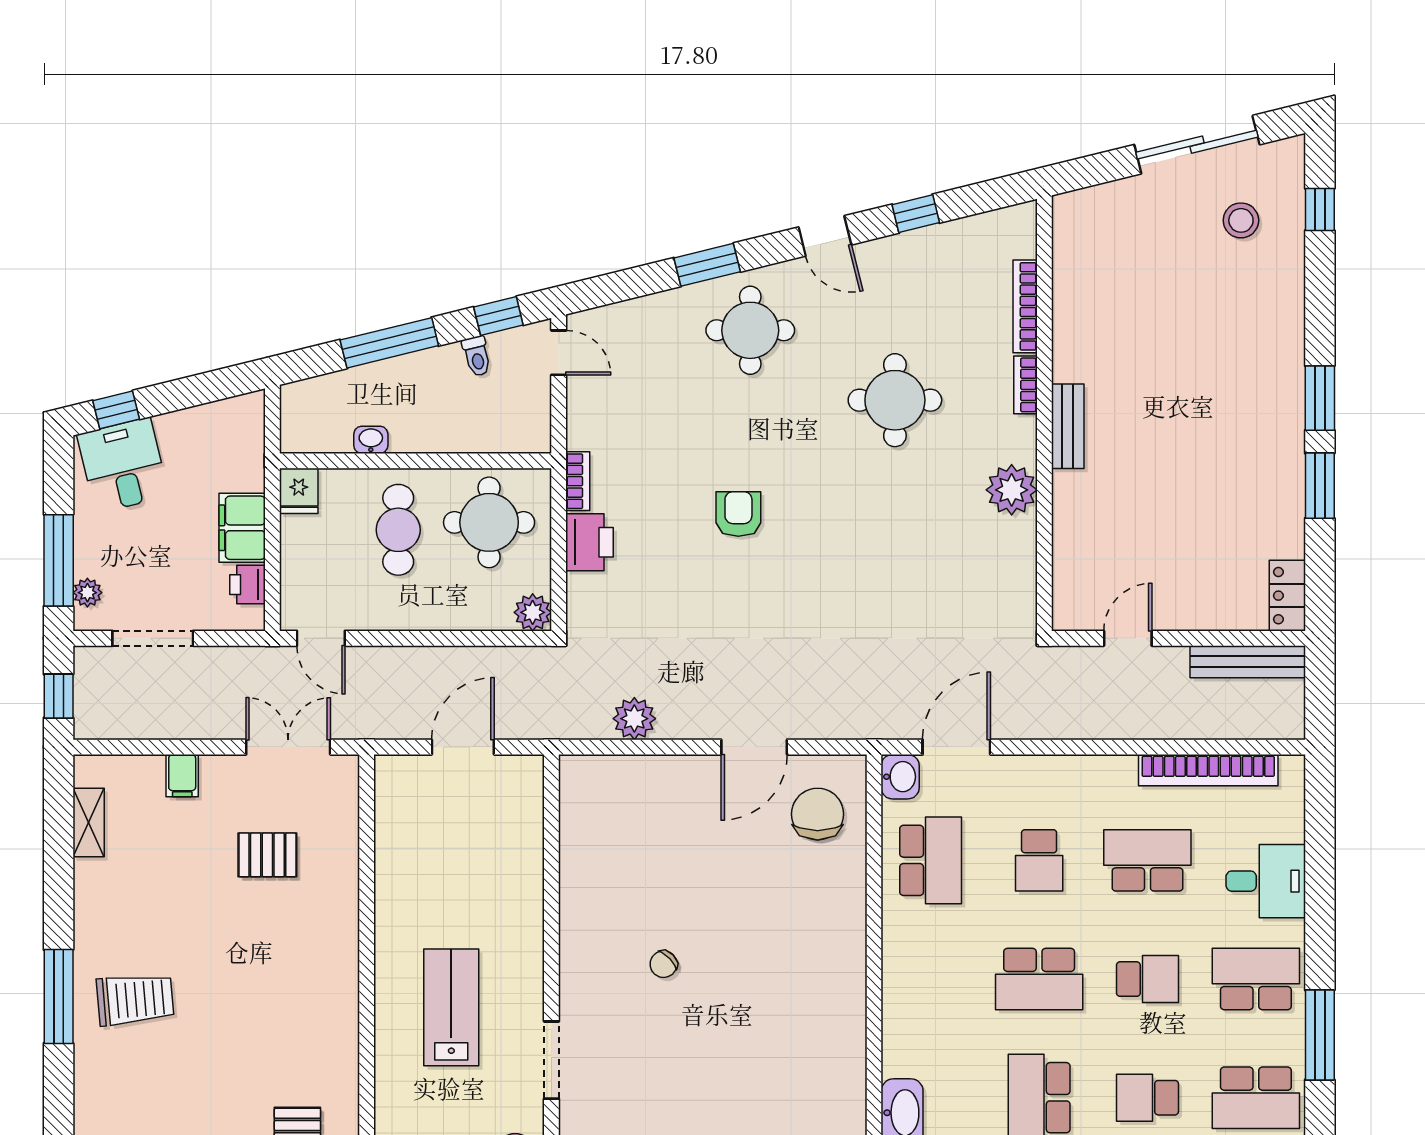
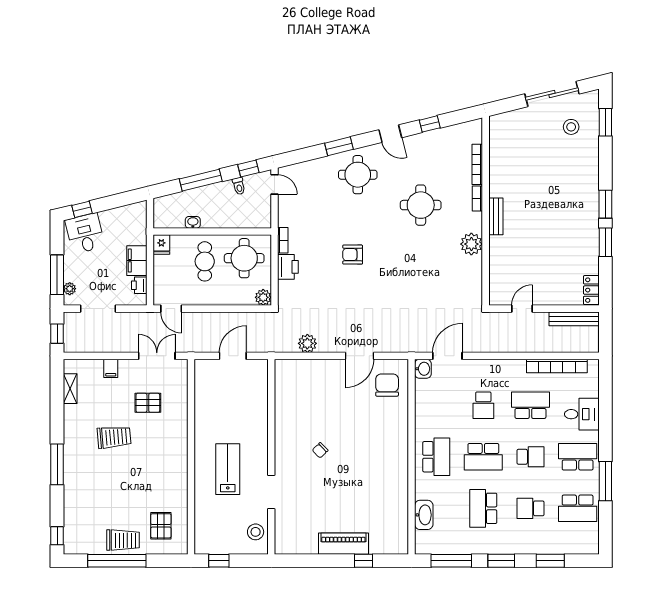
window: (1320, 209) -> (605, 122), width x1.50
armchair: (738, 514) -> (353, 255), turned -90
school desk: (931, 860) -> (436, 457), moved
trolley: (135, 999) -> (114, 437), moved

